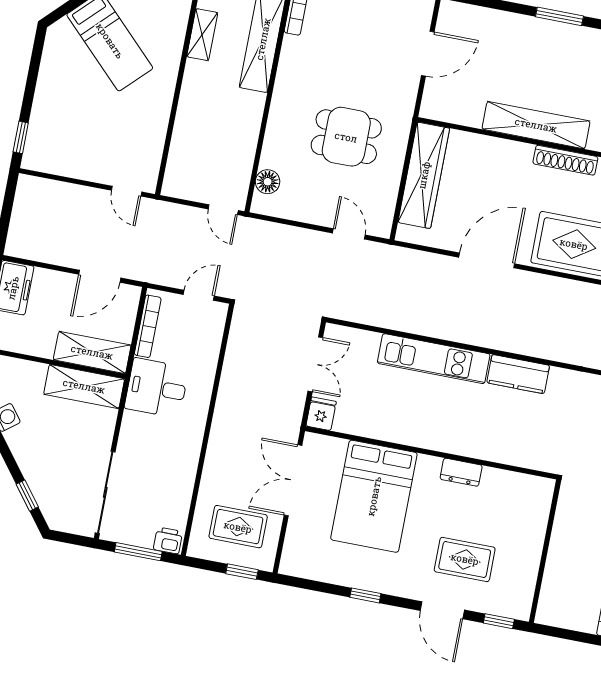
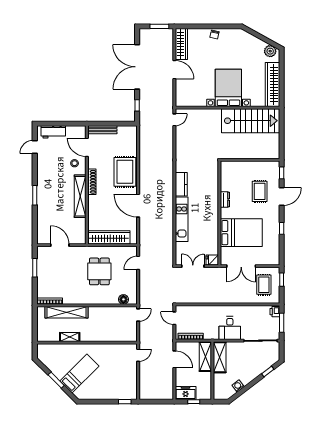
desk: (157, 388) -> (230, 328), moved

